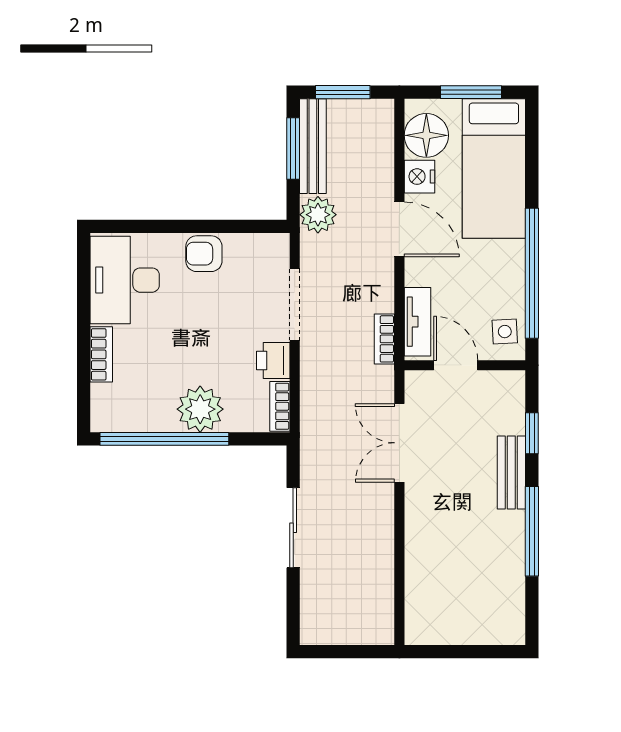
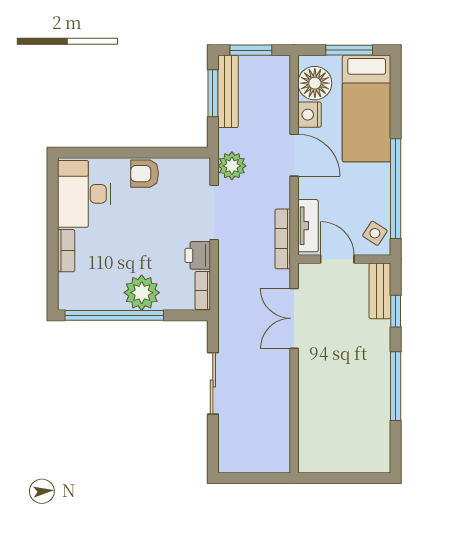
plant: (318, 215) -> (232, 166), moved
side table: (505, 332) -> (375, 233), turned 36
bookcase: (384, 339) -> (283, 239), width x1.56
bench: (511, 473) -> (380, 291), moved

